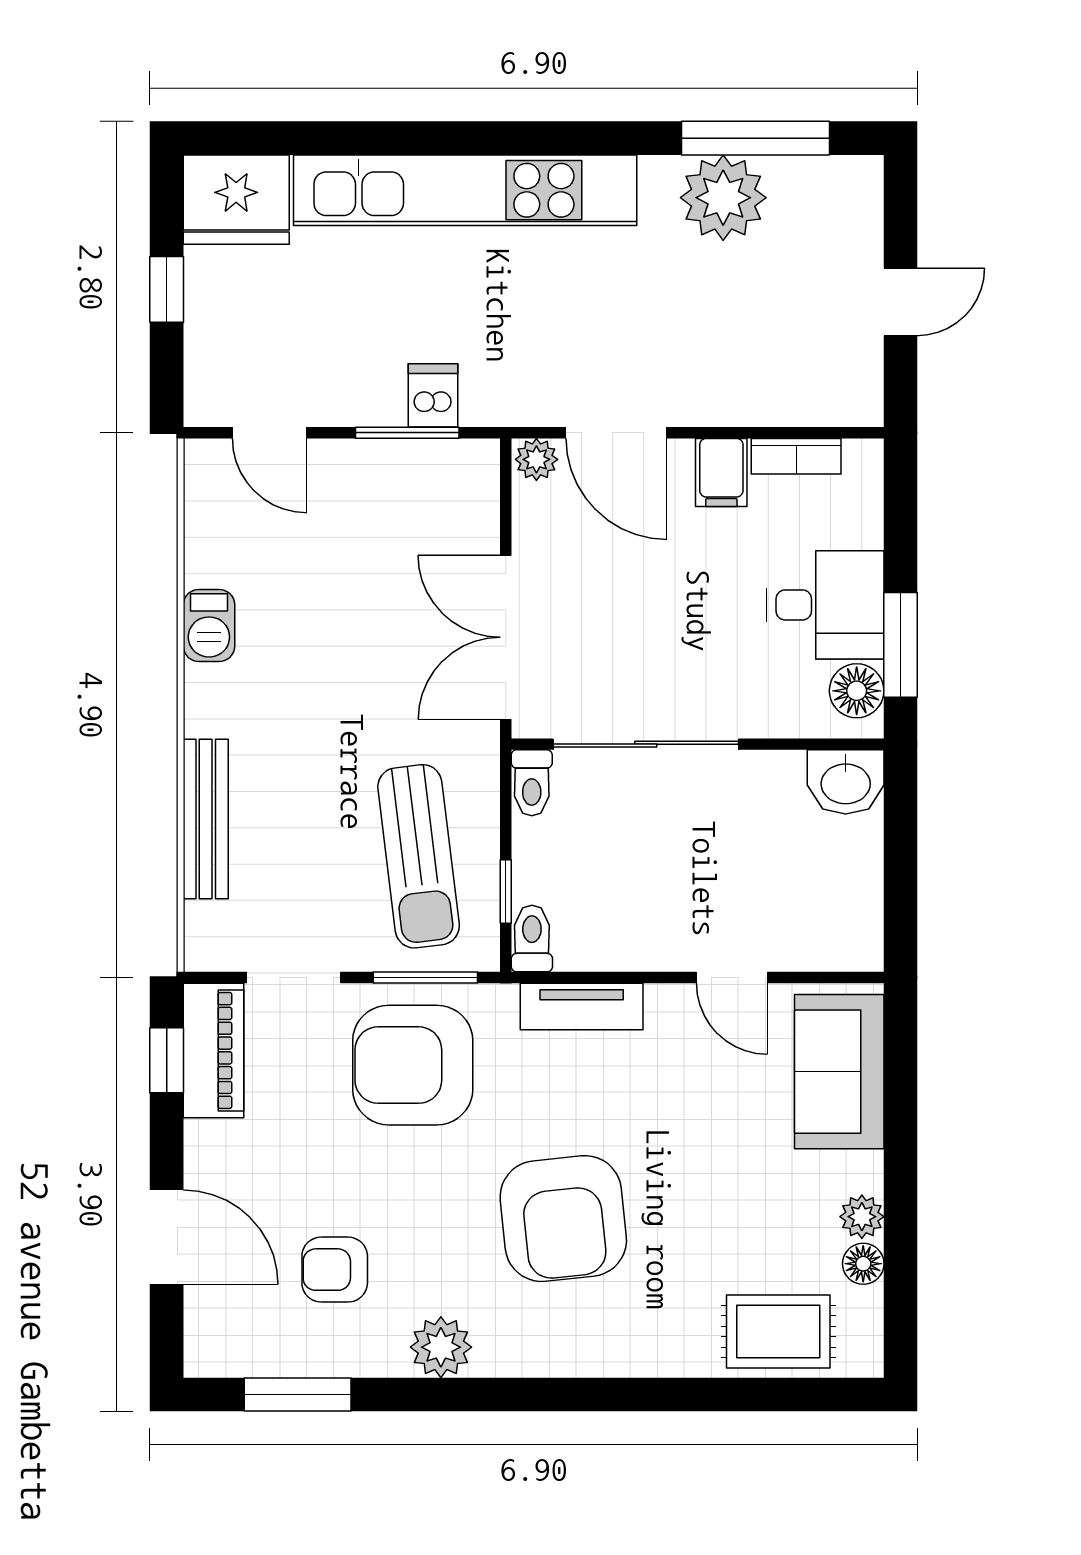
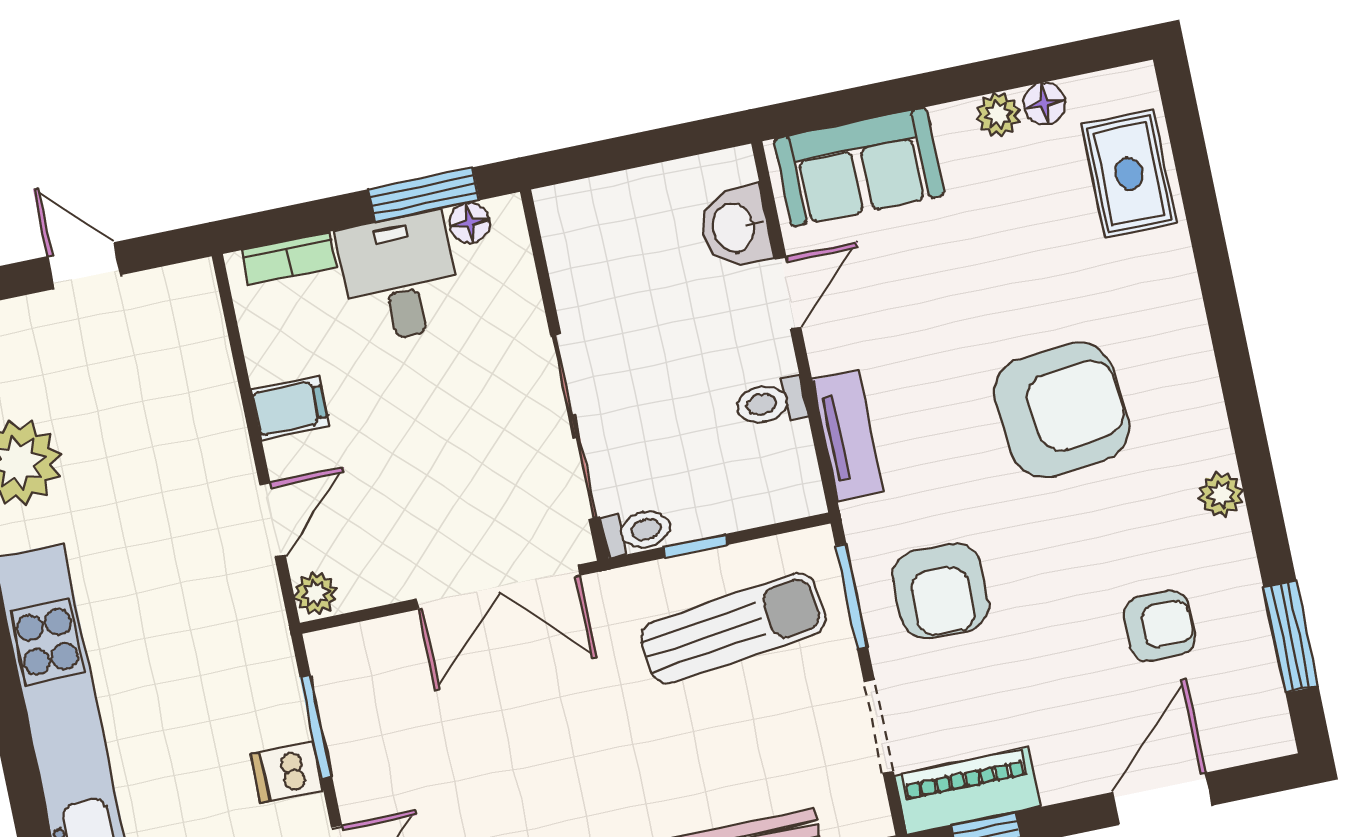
dishwasher: (433, 395) -> (287, 772), moved
door: (616, 433) -> (273, 520), width x0.73
bookcase: (796, 456) -> (289, 259), moved, turned 90
floor lamp: (857, 691) -> (470, 223), width x0.73, depth x0.73
washbasin: (846, 782) -> (735, 227), moved, turned 180
window: (506, 892) -> (695, 546), moved
toilet: (532, 939) -> (771, 402), moved
armchair: (413, 1065) -> (941, 591), width x0.73, depth x0.73
armchair: (335, 1270) -> (1159, 626), turned -90
plant: (441, 1347) -> (1221, 494), width x0.73, depth x0.73

